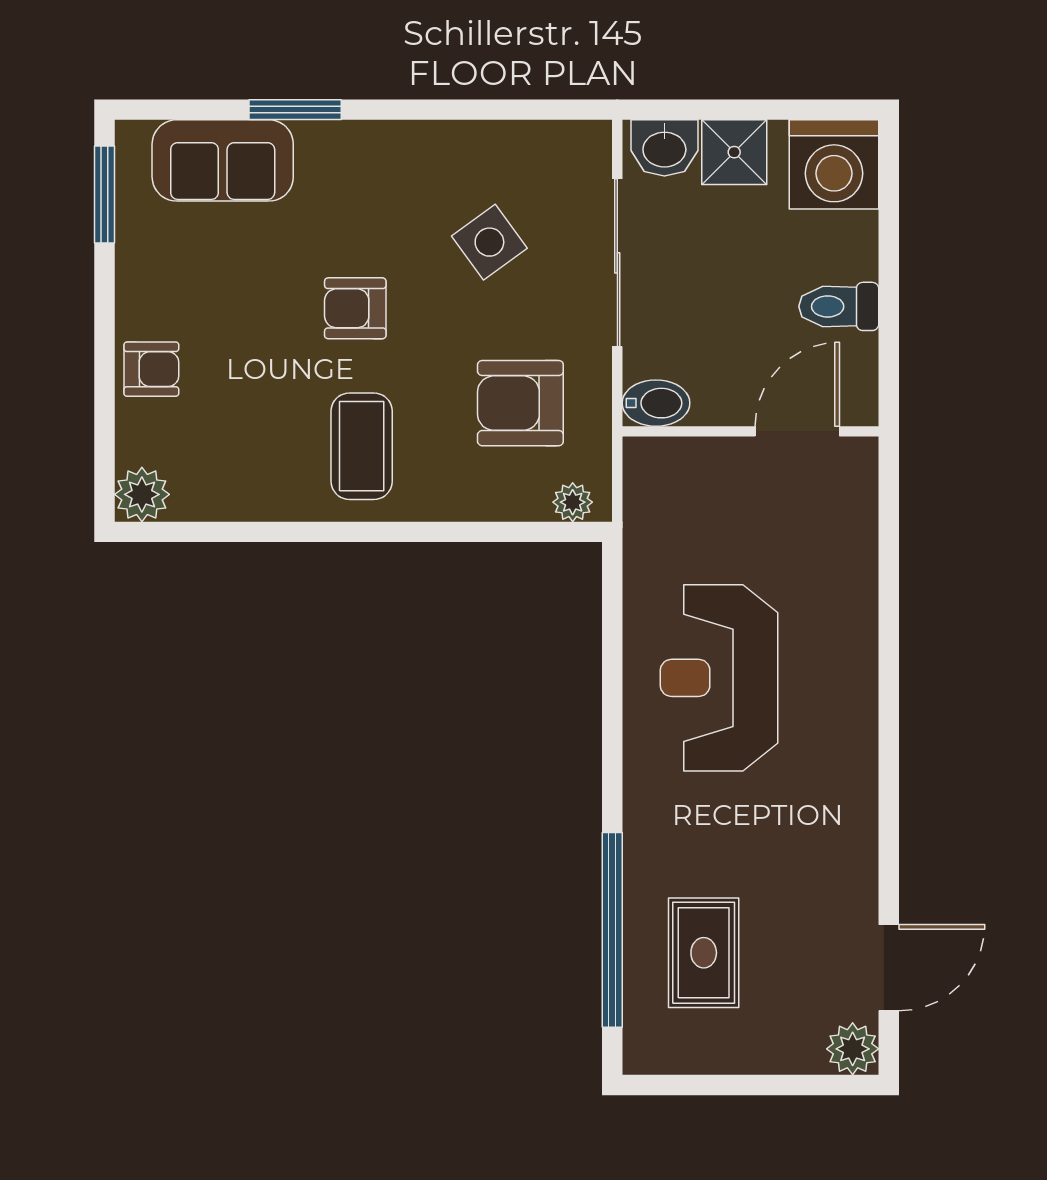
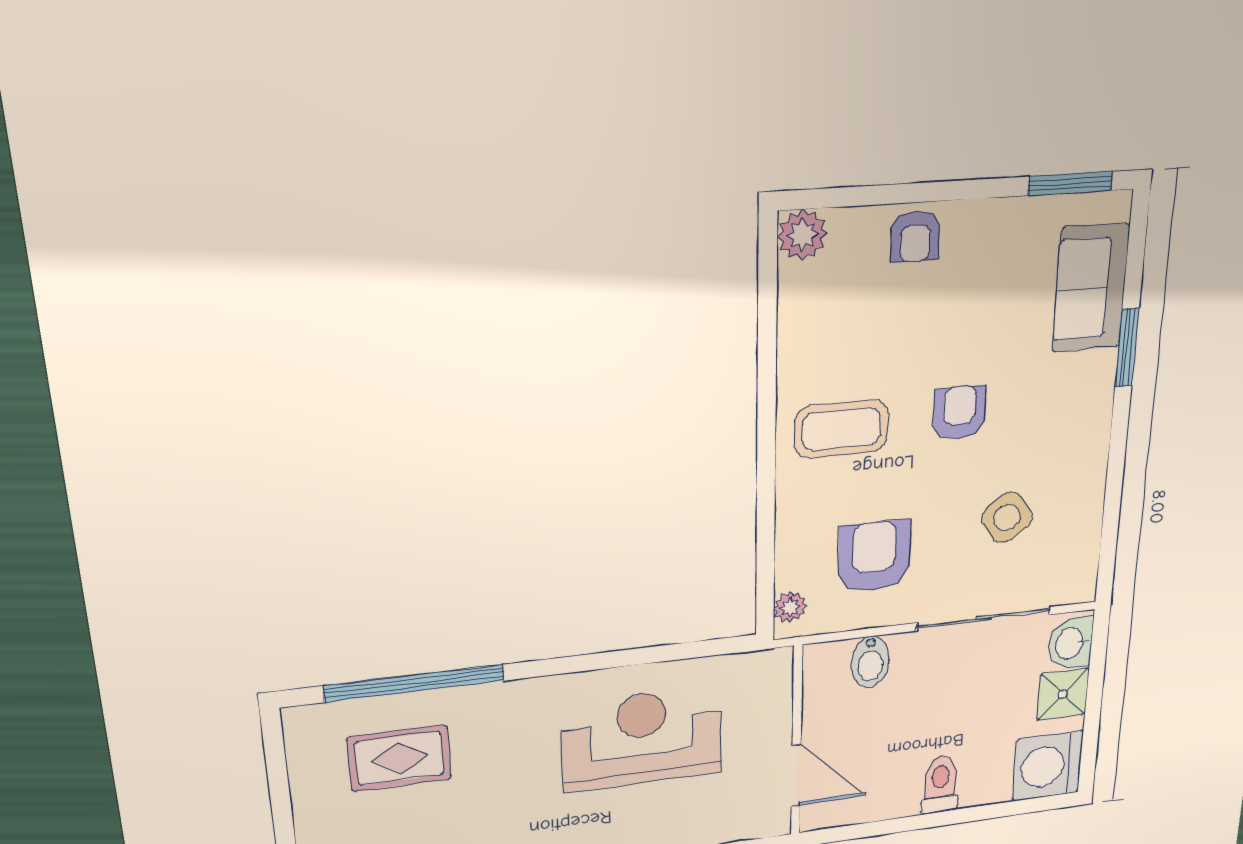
wall: (750, 431) -> (797, 742), moved
door: (797, 431) -> (796, 776), moved

